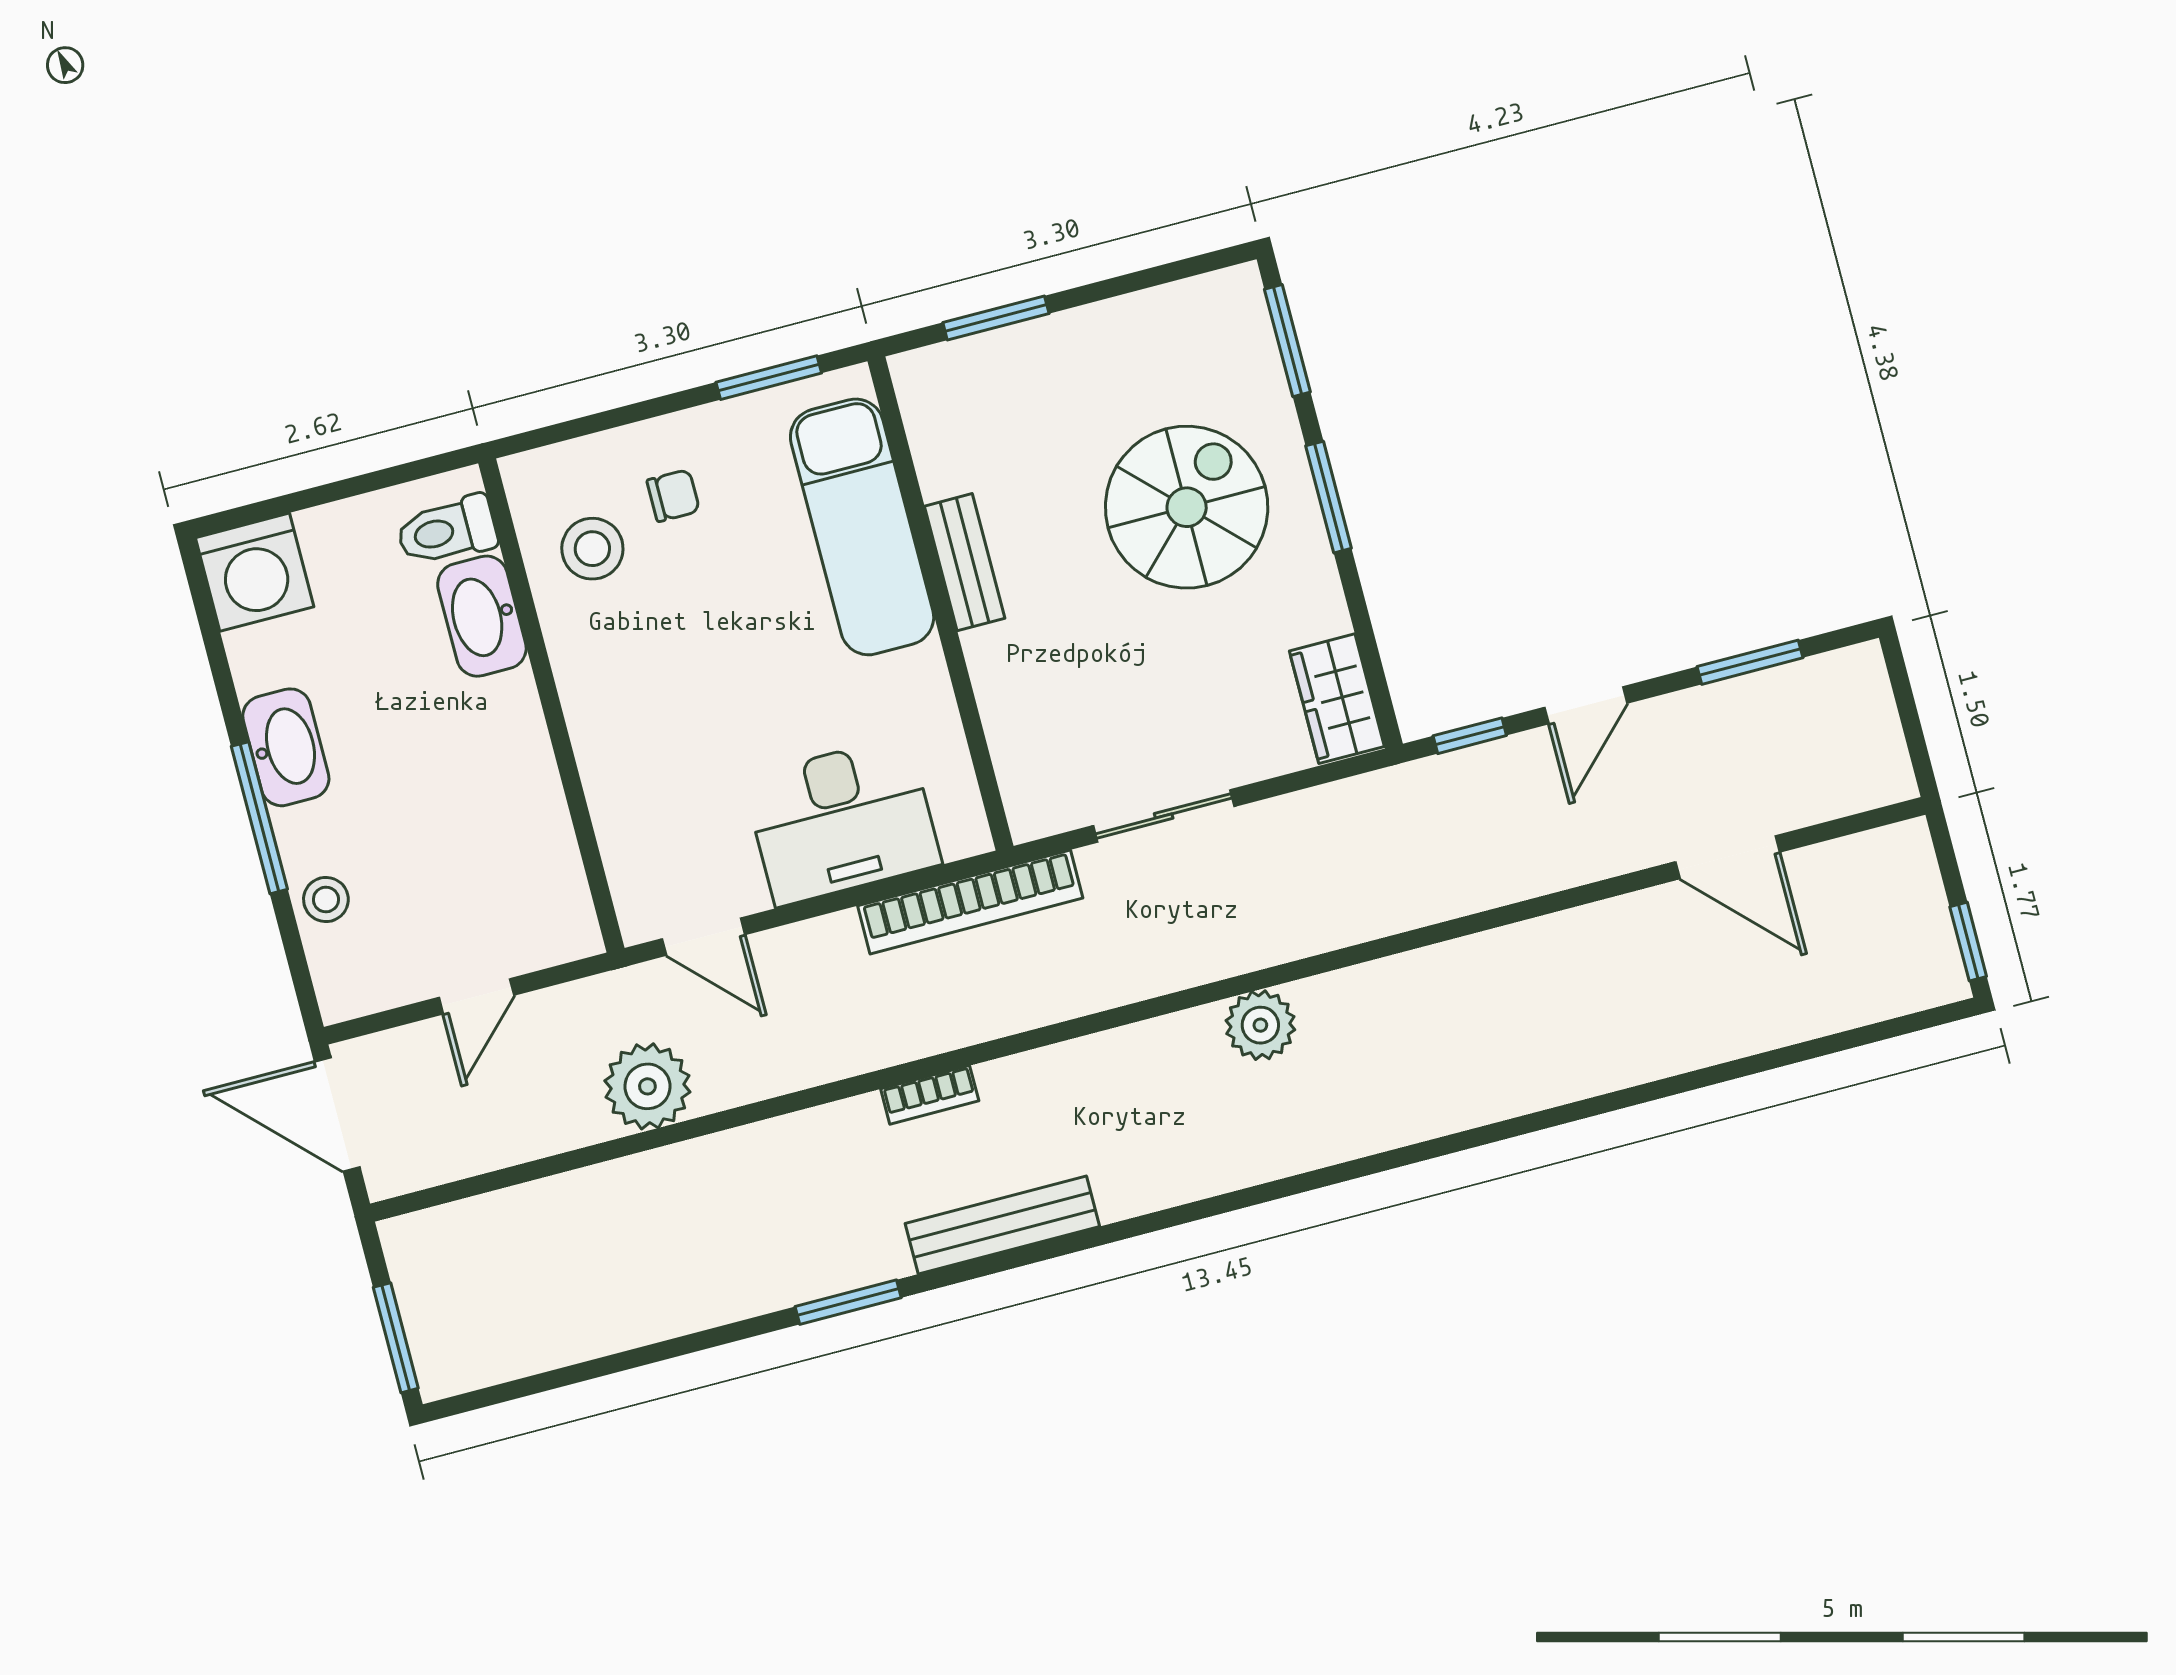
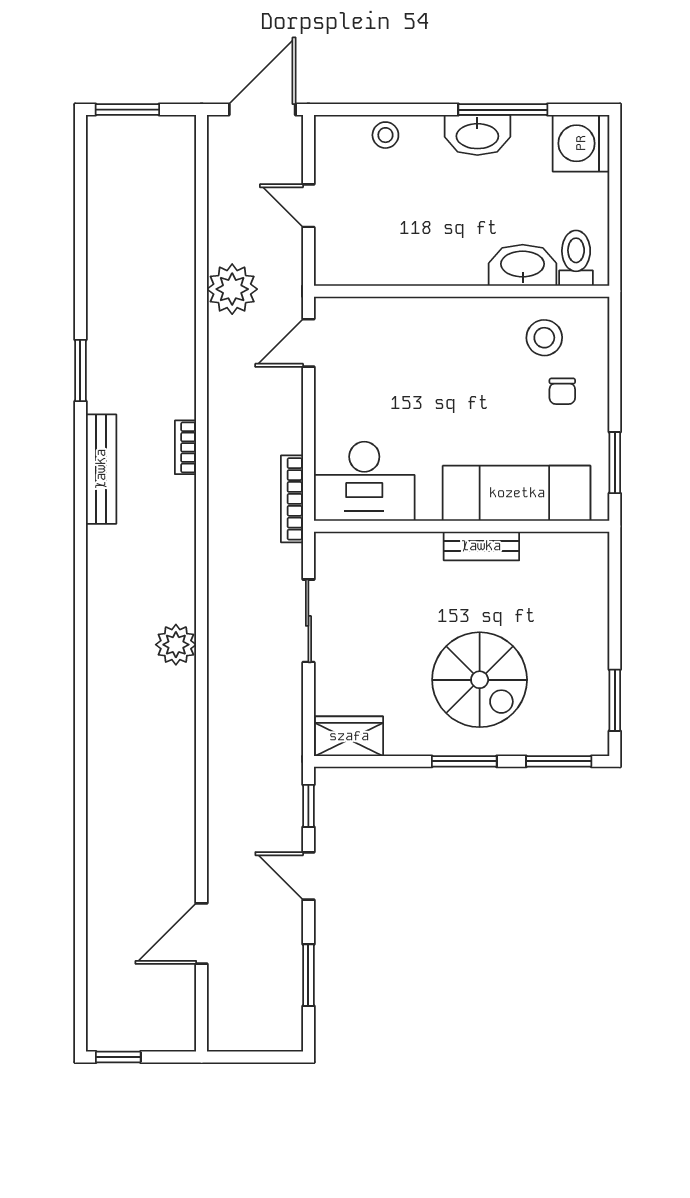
window: (996, 318) -> (615, 700), moved
window: (259, 818) -> (503, 110), moved
desk: (842, 821) -> (364, 481), moved, turned -90
bookcase: (970, 902) -> (292, 499), width x0.68, depth x0.76

